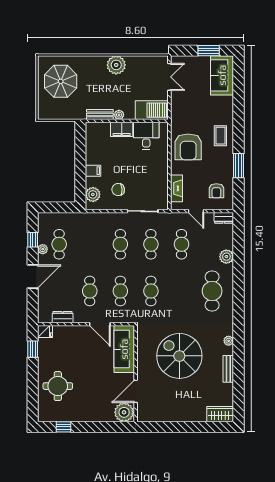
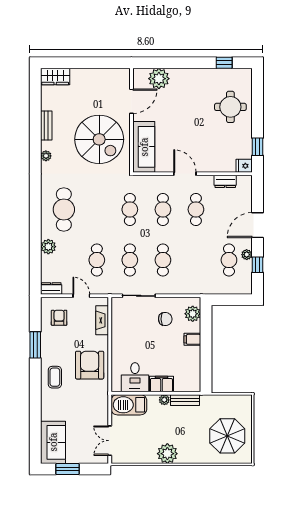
sofa: (124, 349) -> (144, 147), moved
wall: (136, 374) -> (131, 120), moved
door: (136, 391) -> (131, 101), moved

